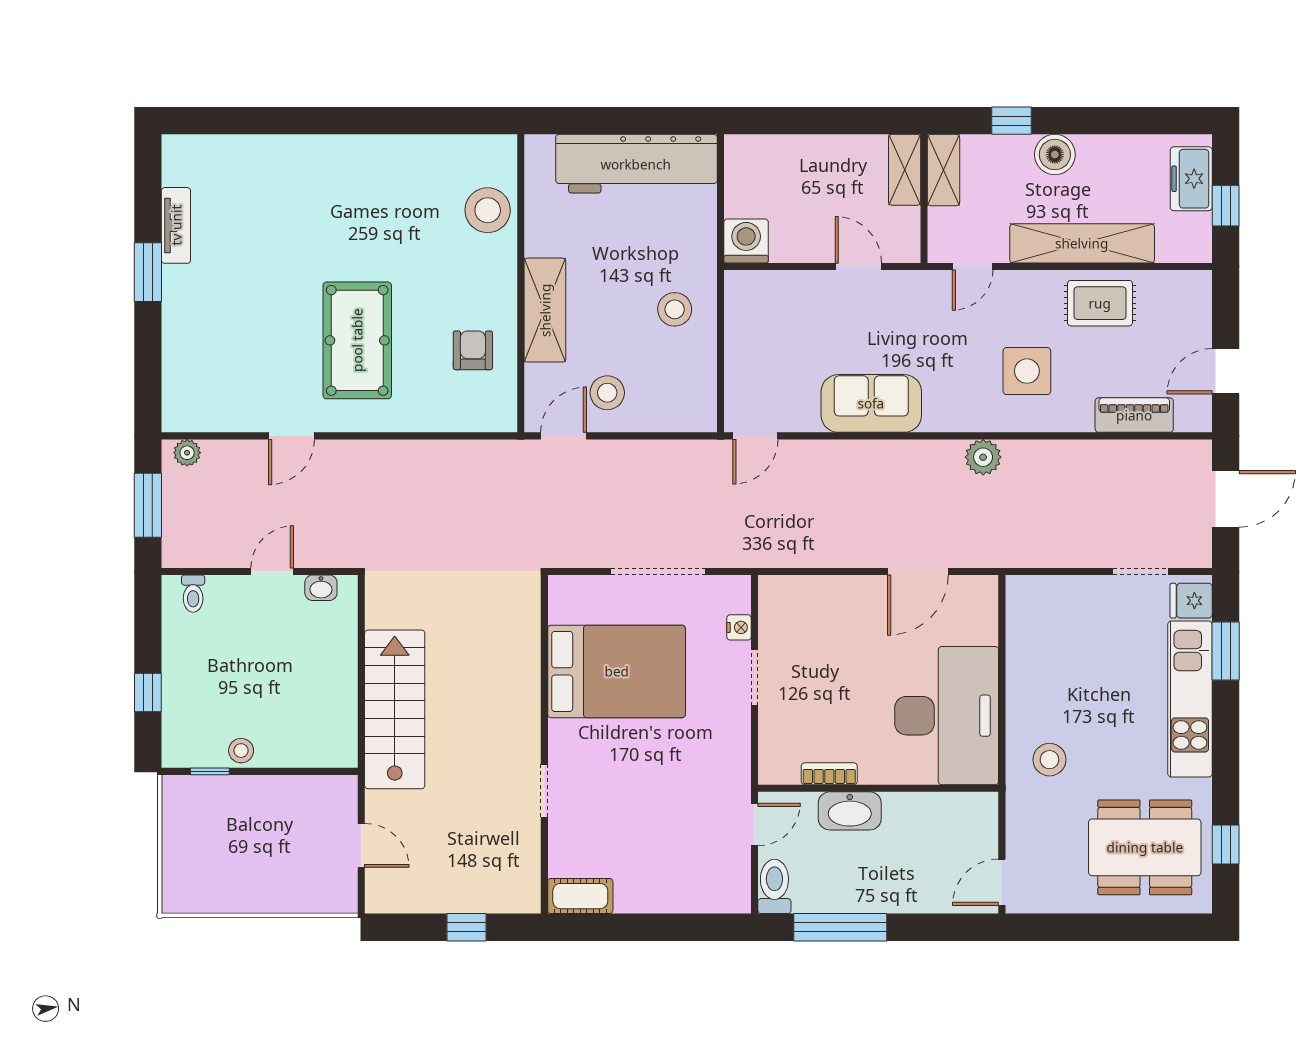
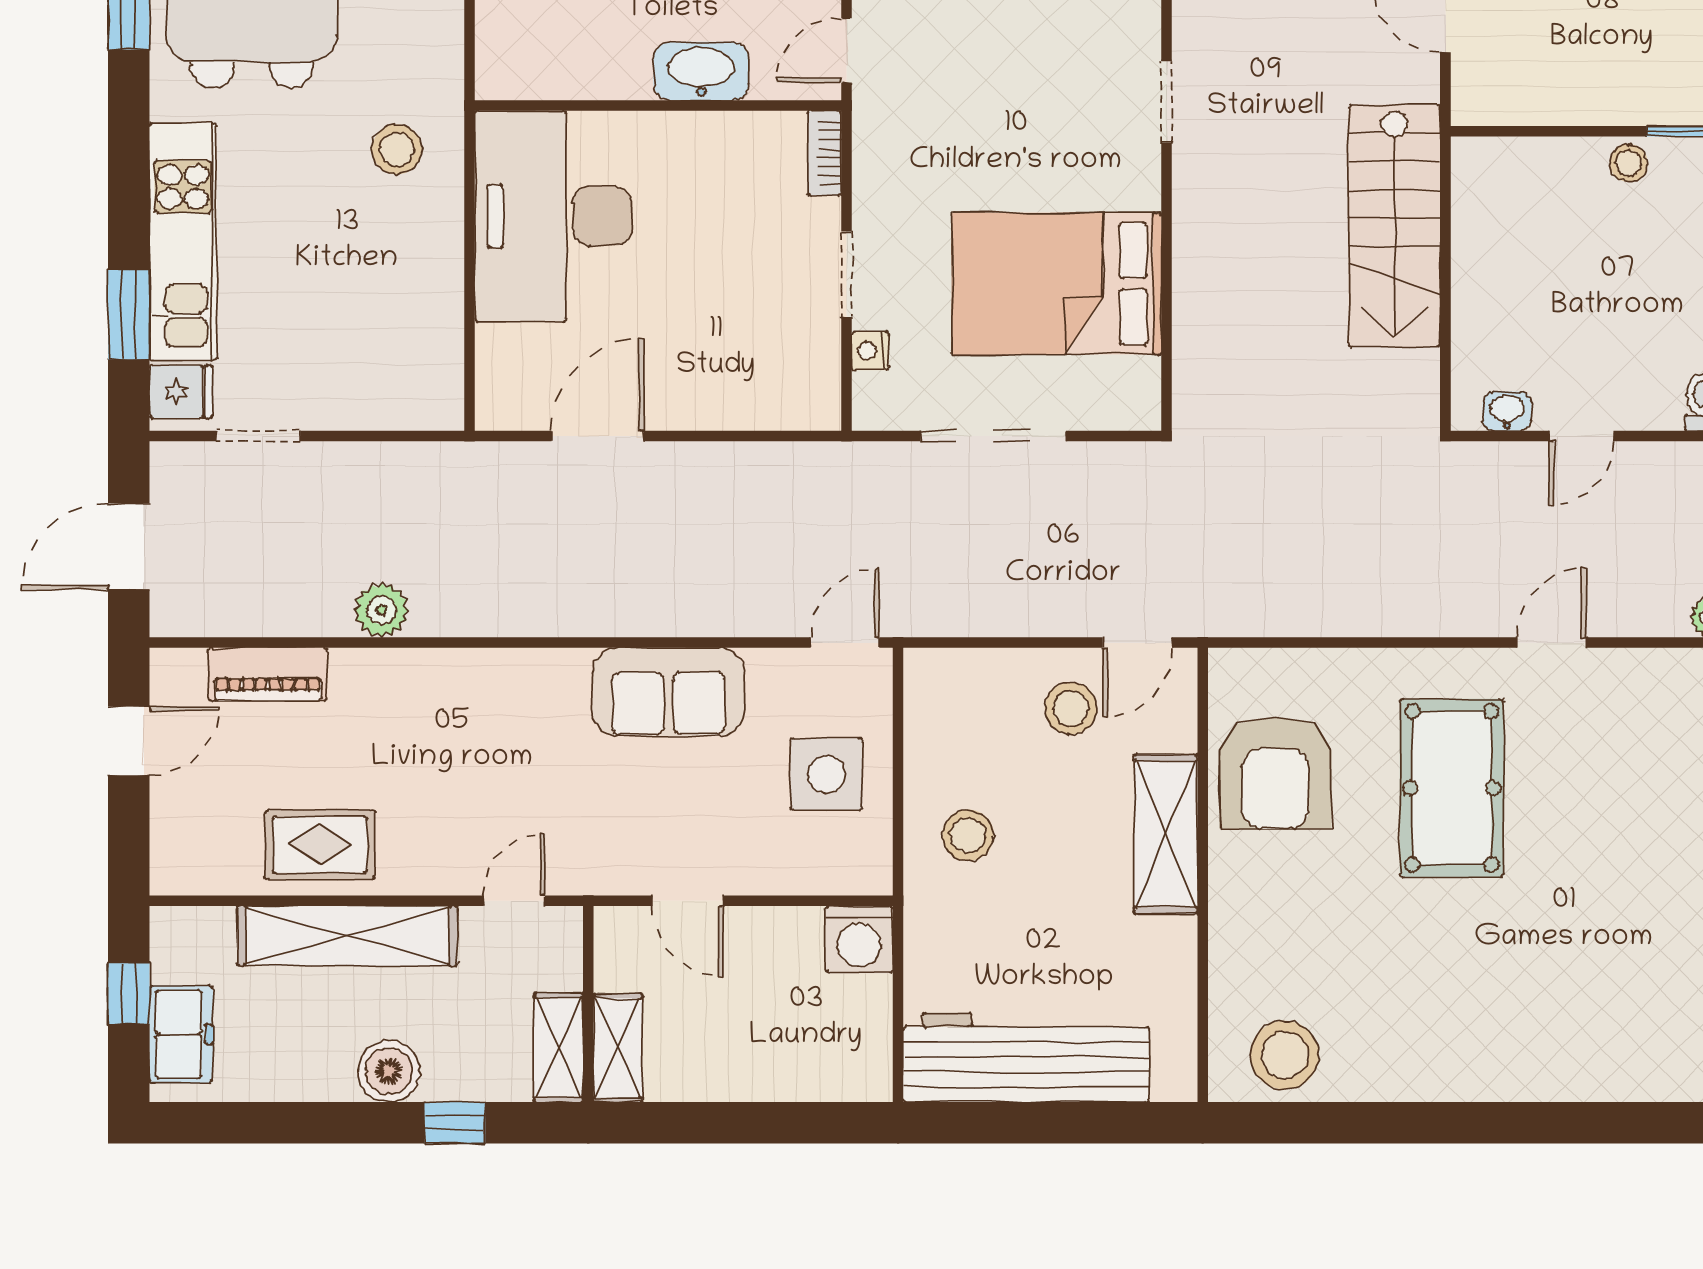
stool: (488, 210) -> (1285, 1055), moved
armchair: (473, 350) -> (1276, 773), width x1.88, depth x1.88
side table: (1027, 371) -> (826, 774), moved
plant: (983, 457) -> (381, 610), moved
bookcase: (829, 774) -> (824, 153), moved, turned 90

